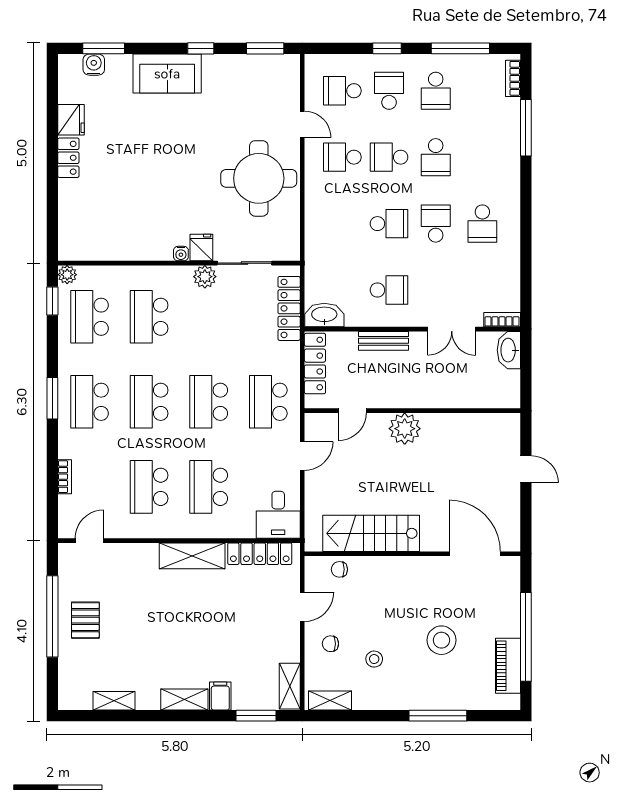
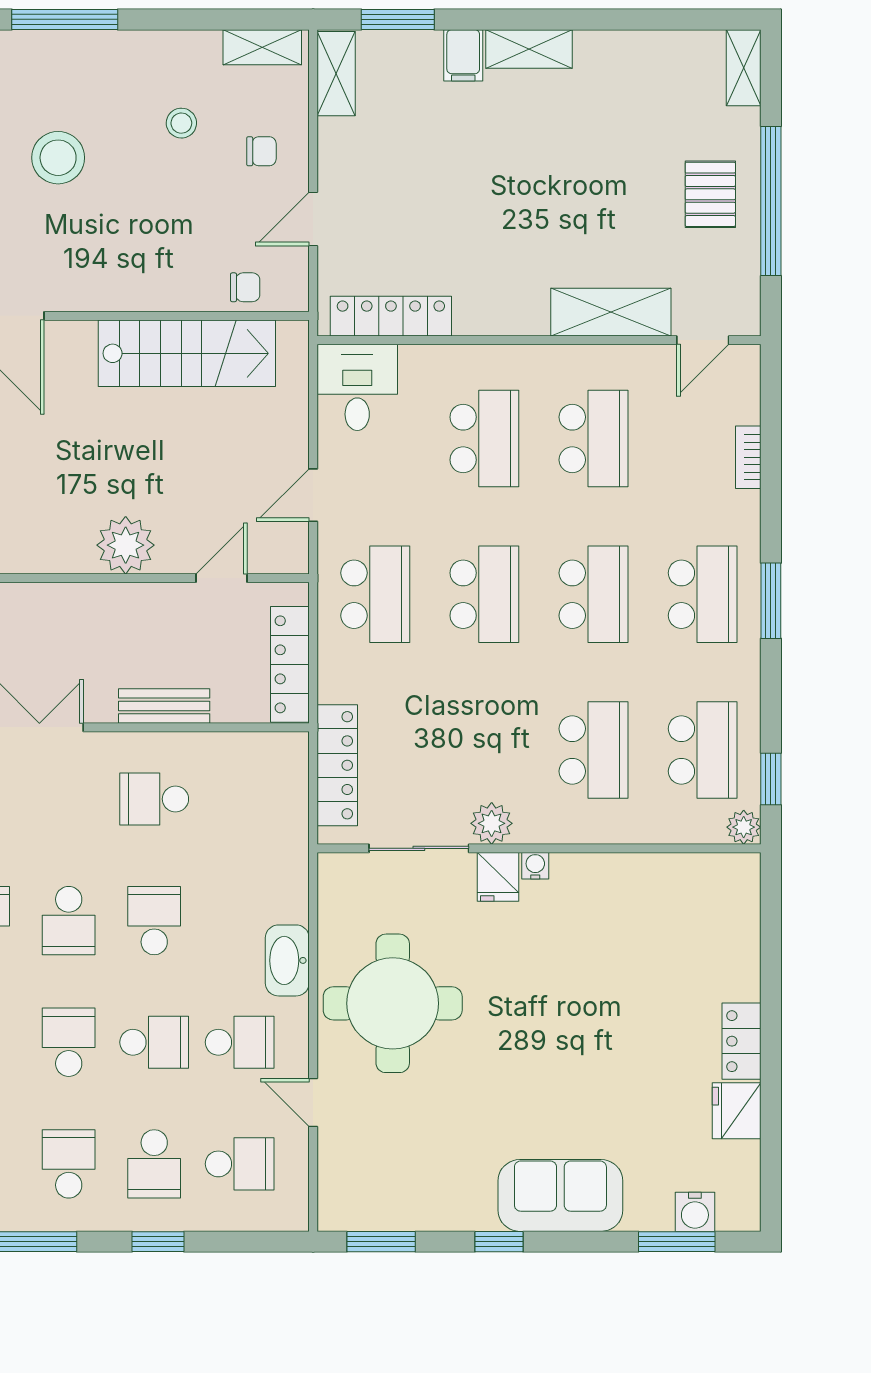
school desk: (389, 224) -> (154, 921), turned 90
washbasin: (324, 315) -> (287, 960), moved, turned 90
shelving: (192, 556) -> (611, 312), moved
shelving: (114, 701) -> (744, 68), moved, turned 90

